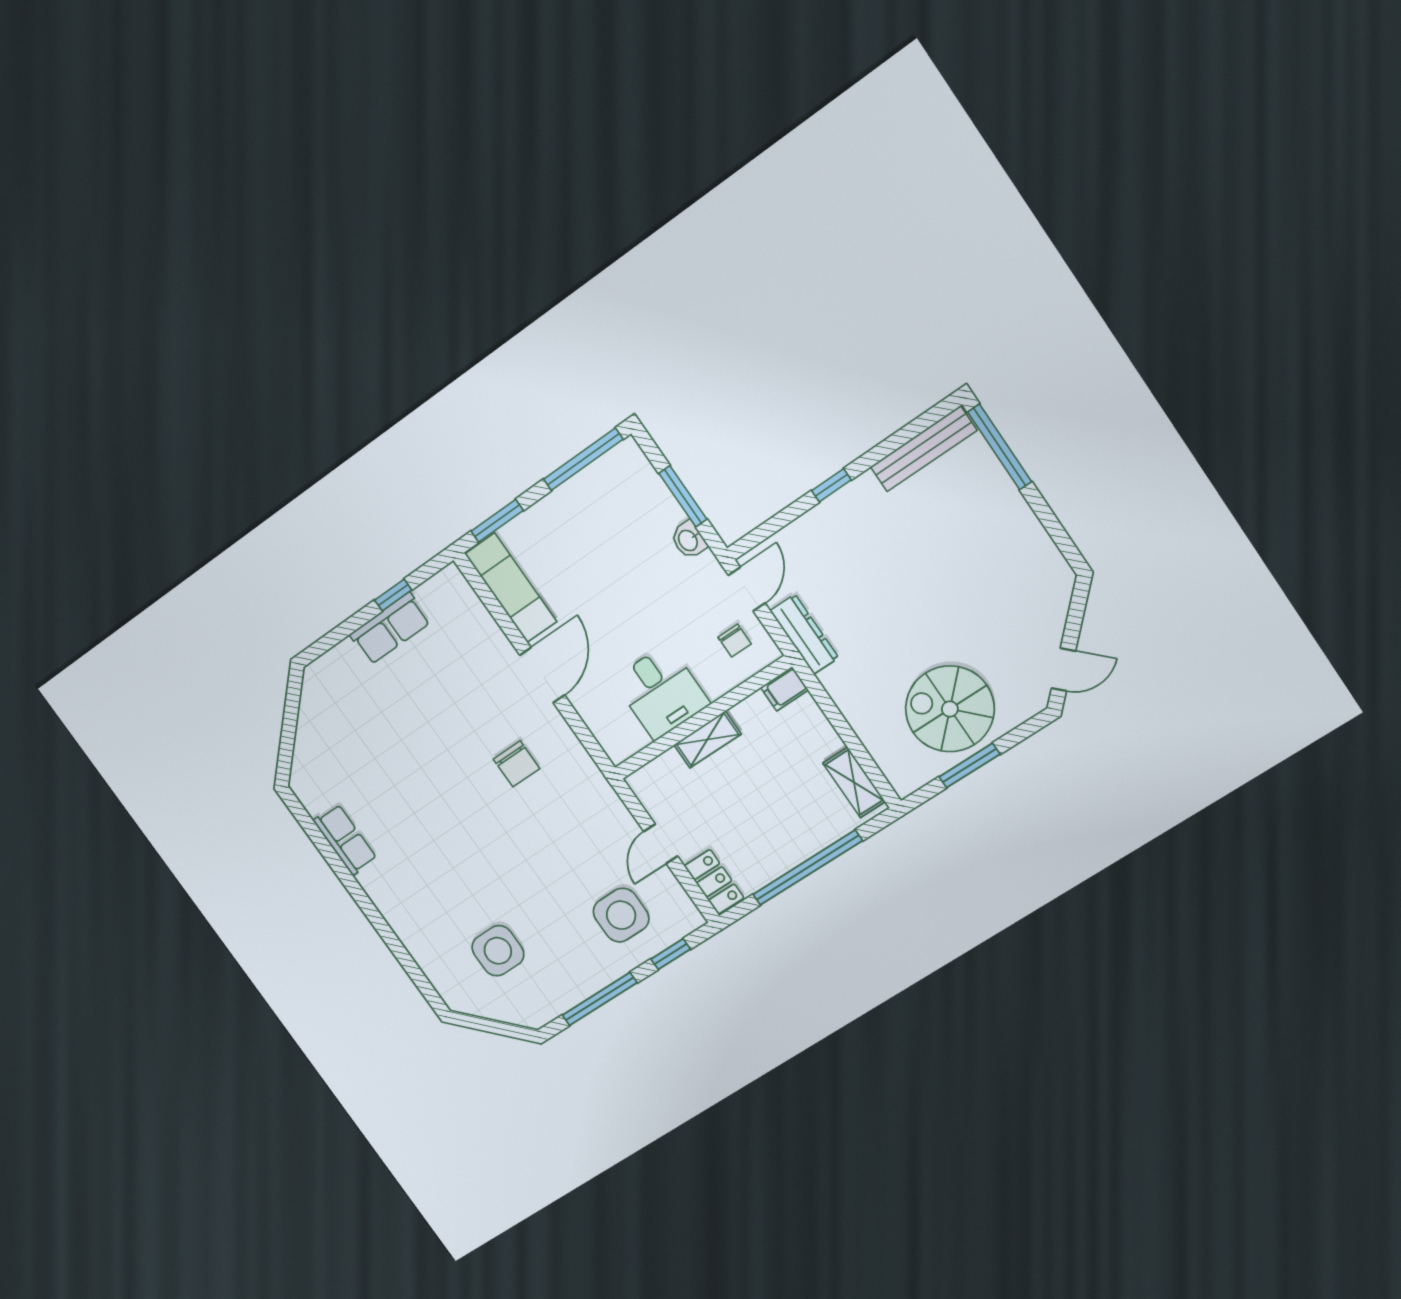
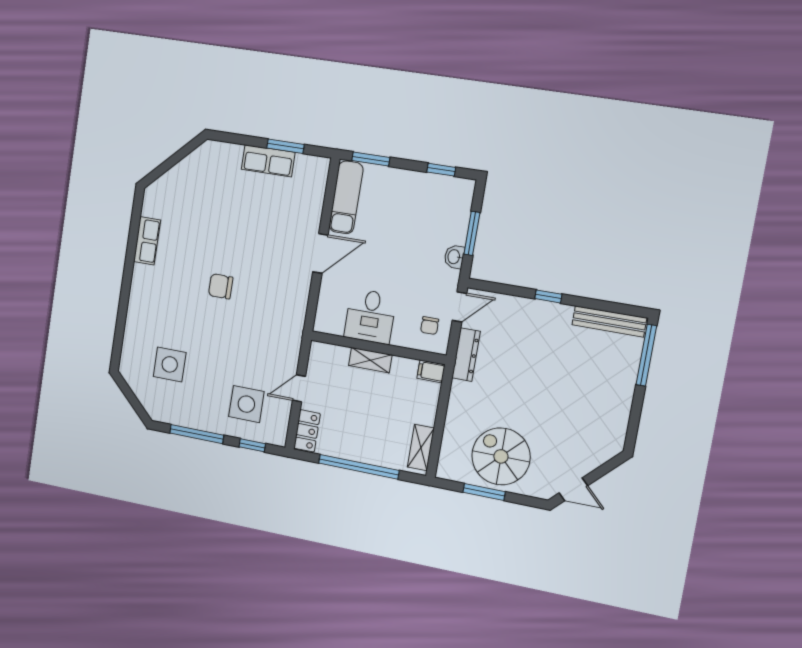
window: (583, 459) -> (441, 170), width x0.46
window: (393, 595) -> (285, 146), width x1.50
chair: (516, 764) -> (221, 286), moved, turned 90

